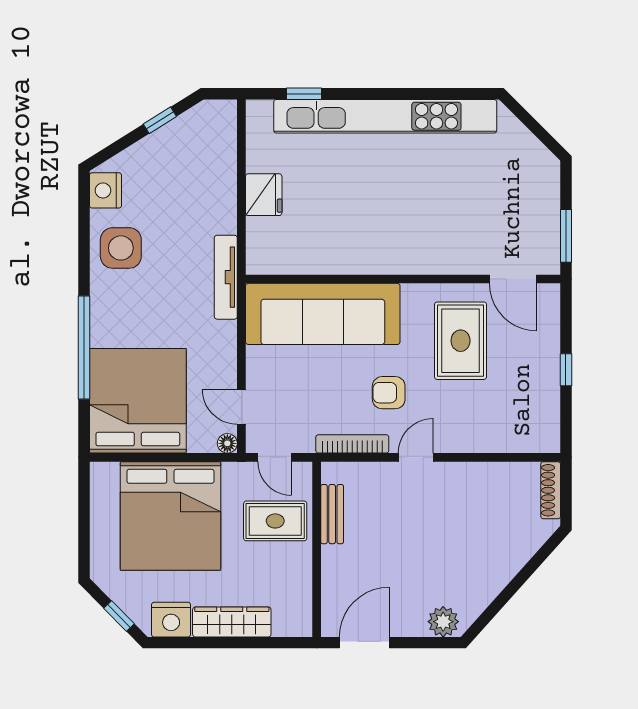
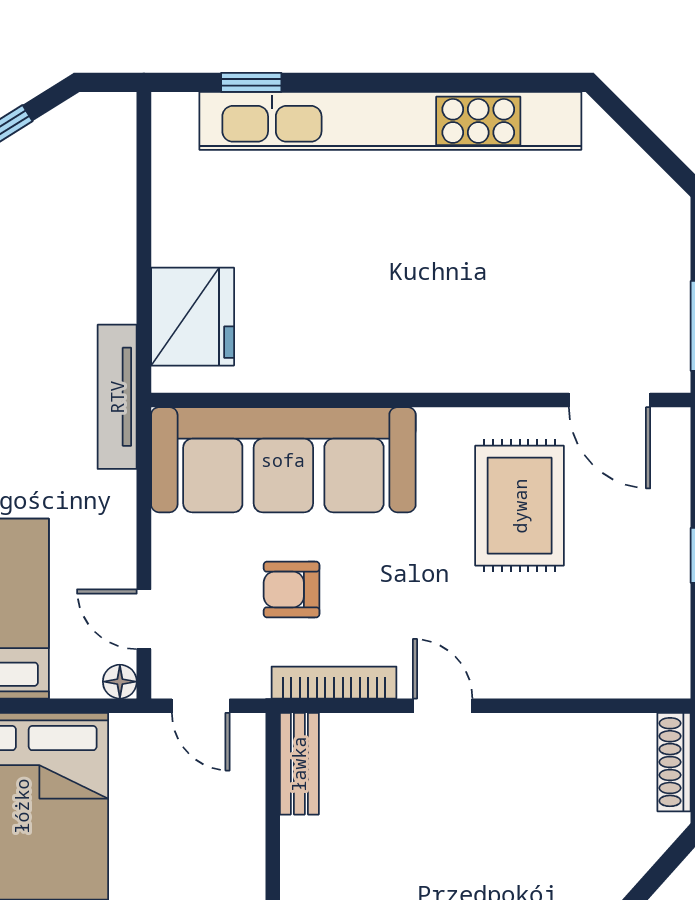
fridge: (264, 195) -> (193, 317), moved, width x1.36, depth x1.34
armchair: (389, 393) -> (292, 589), moved
door: (416, 457) -> (443, 706), hinge flipped
bench: (332, 514) -> (299, 764), moved
rug: (275, 521) -> (202, 815), removed

